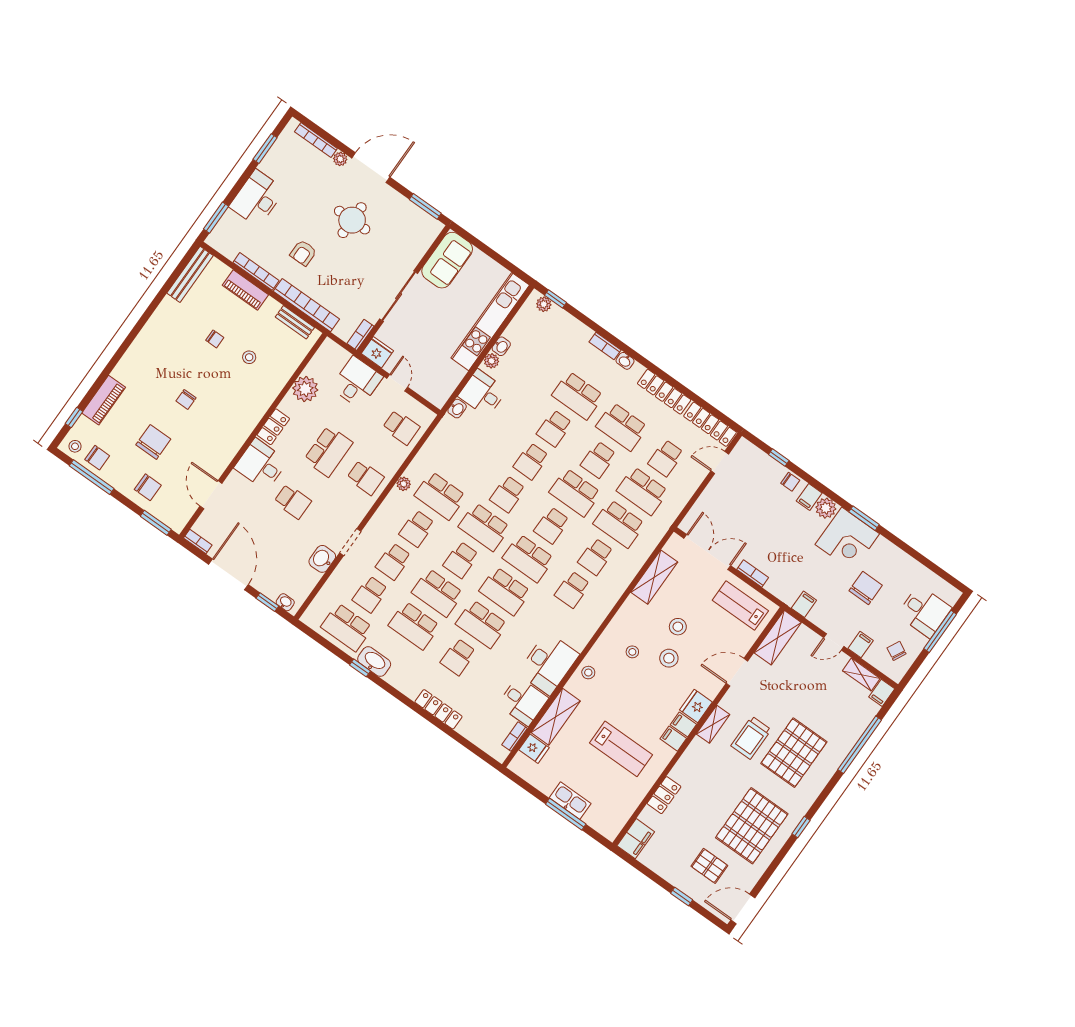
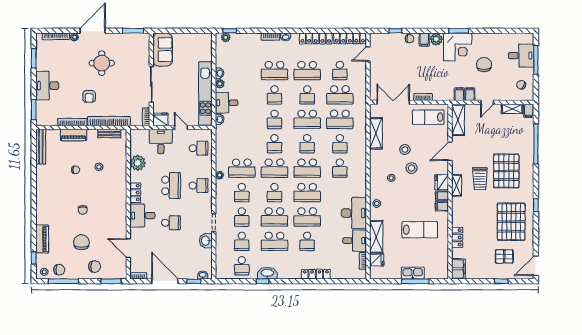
kitchen unit: (490, 322) -> (205, 94), moved
school desk: (347, 627) -> (242, 266), width x0.54
filing cabinet: (861, 645) -> (470, 94), moved

